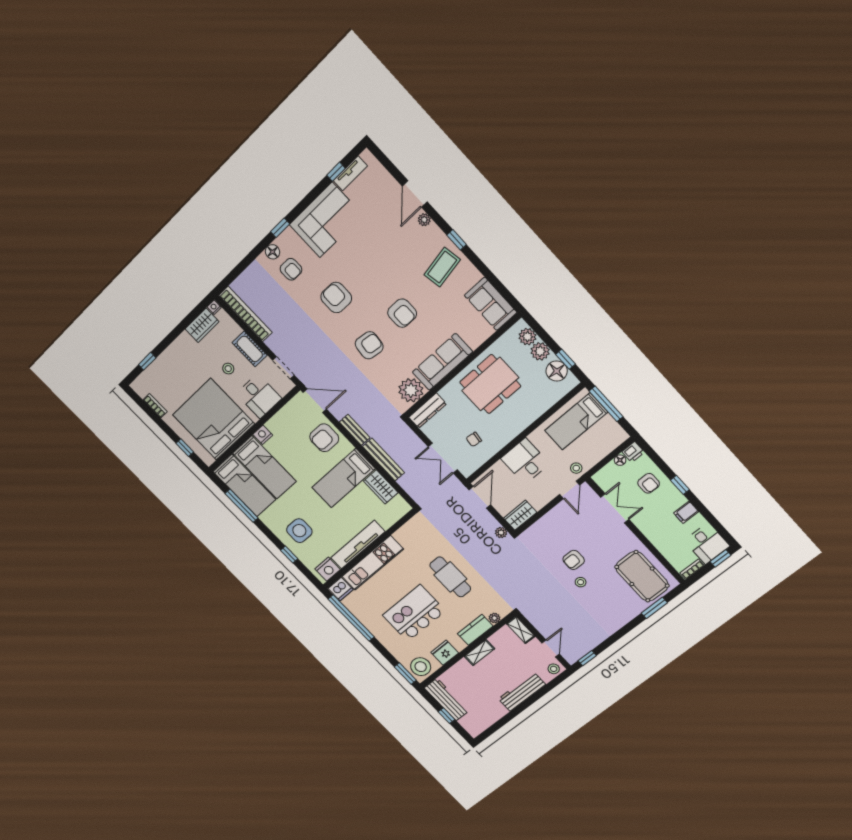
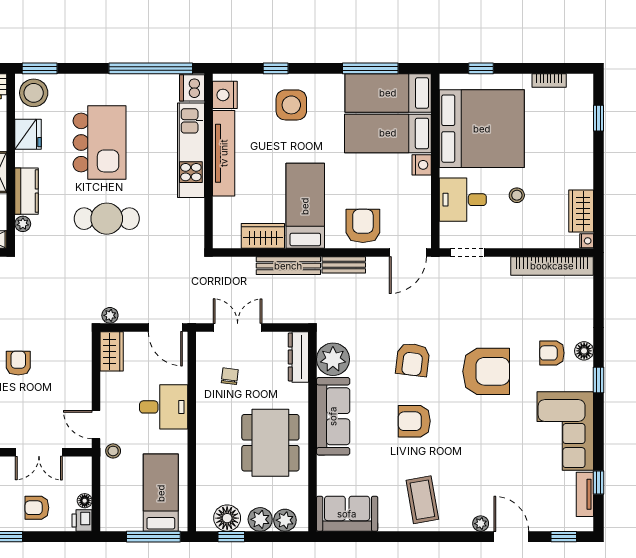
window: (457, 240) -> (564, 537), moved
armchair: (336, 298) -> (486, 371), width x1.36, depth x1.36
cot: (250, 349) -> (516, 236), removed

